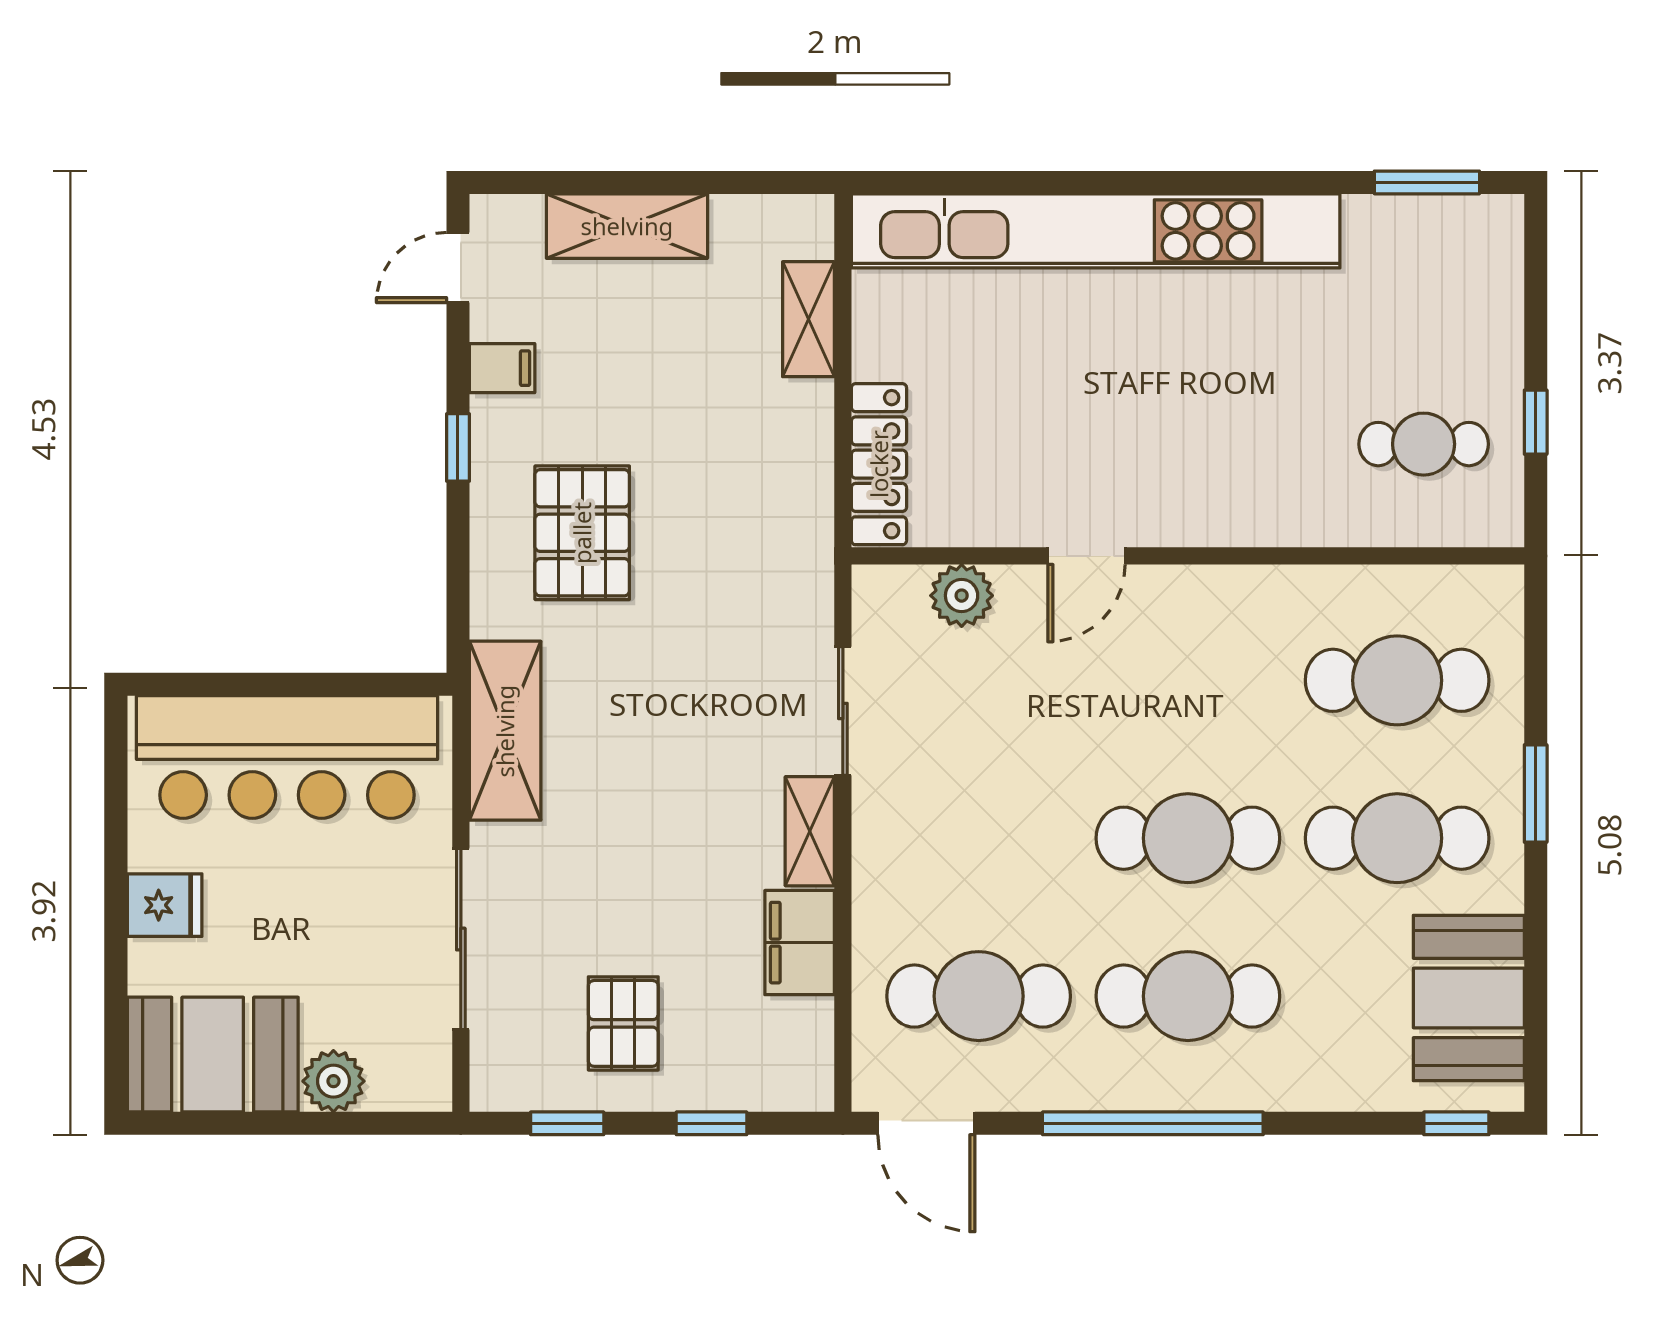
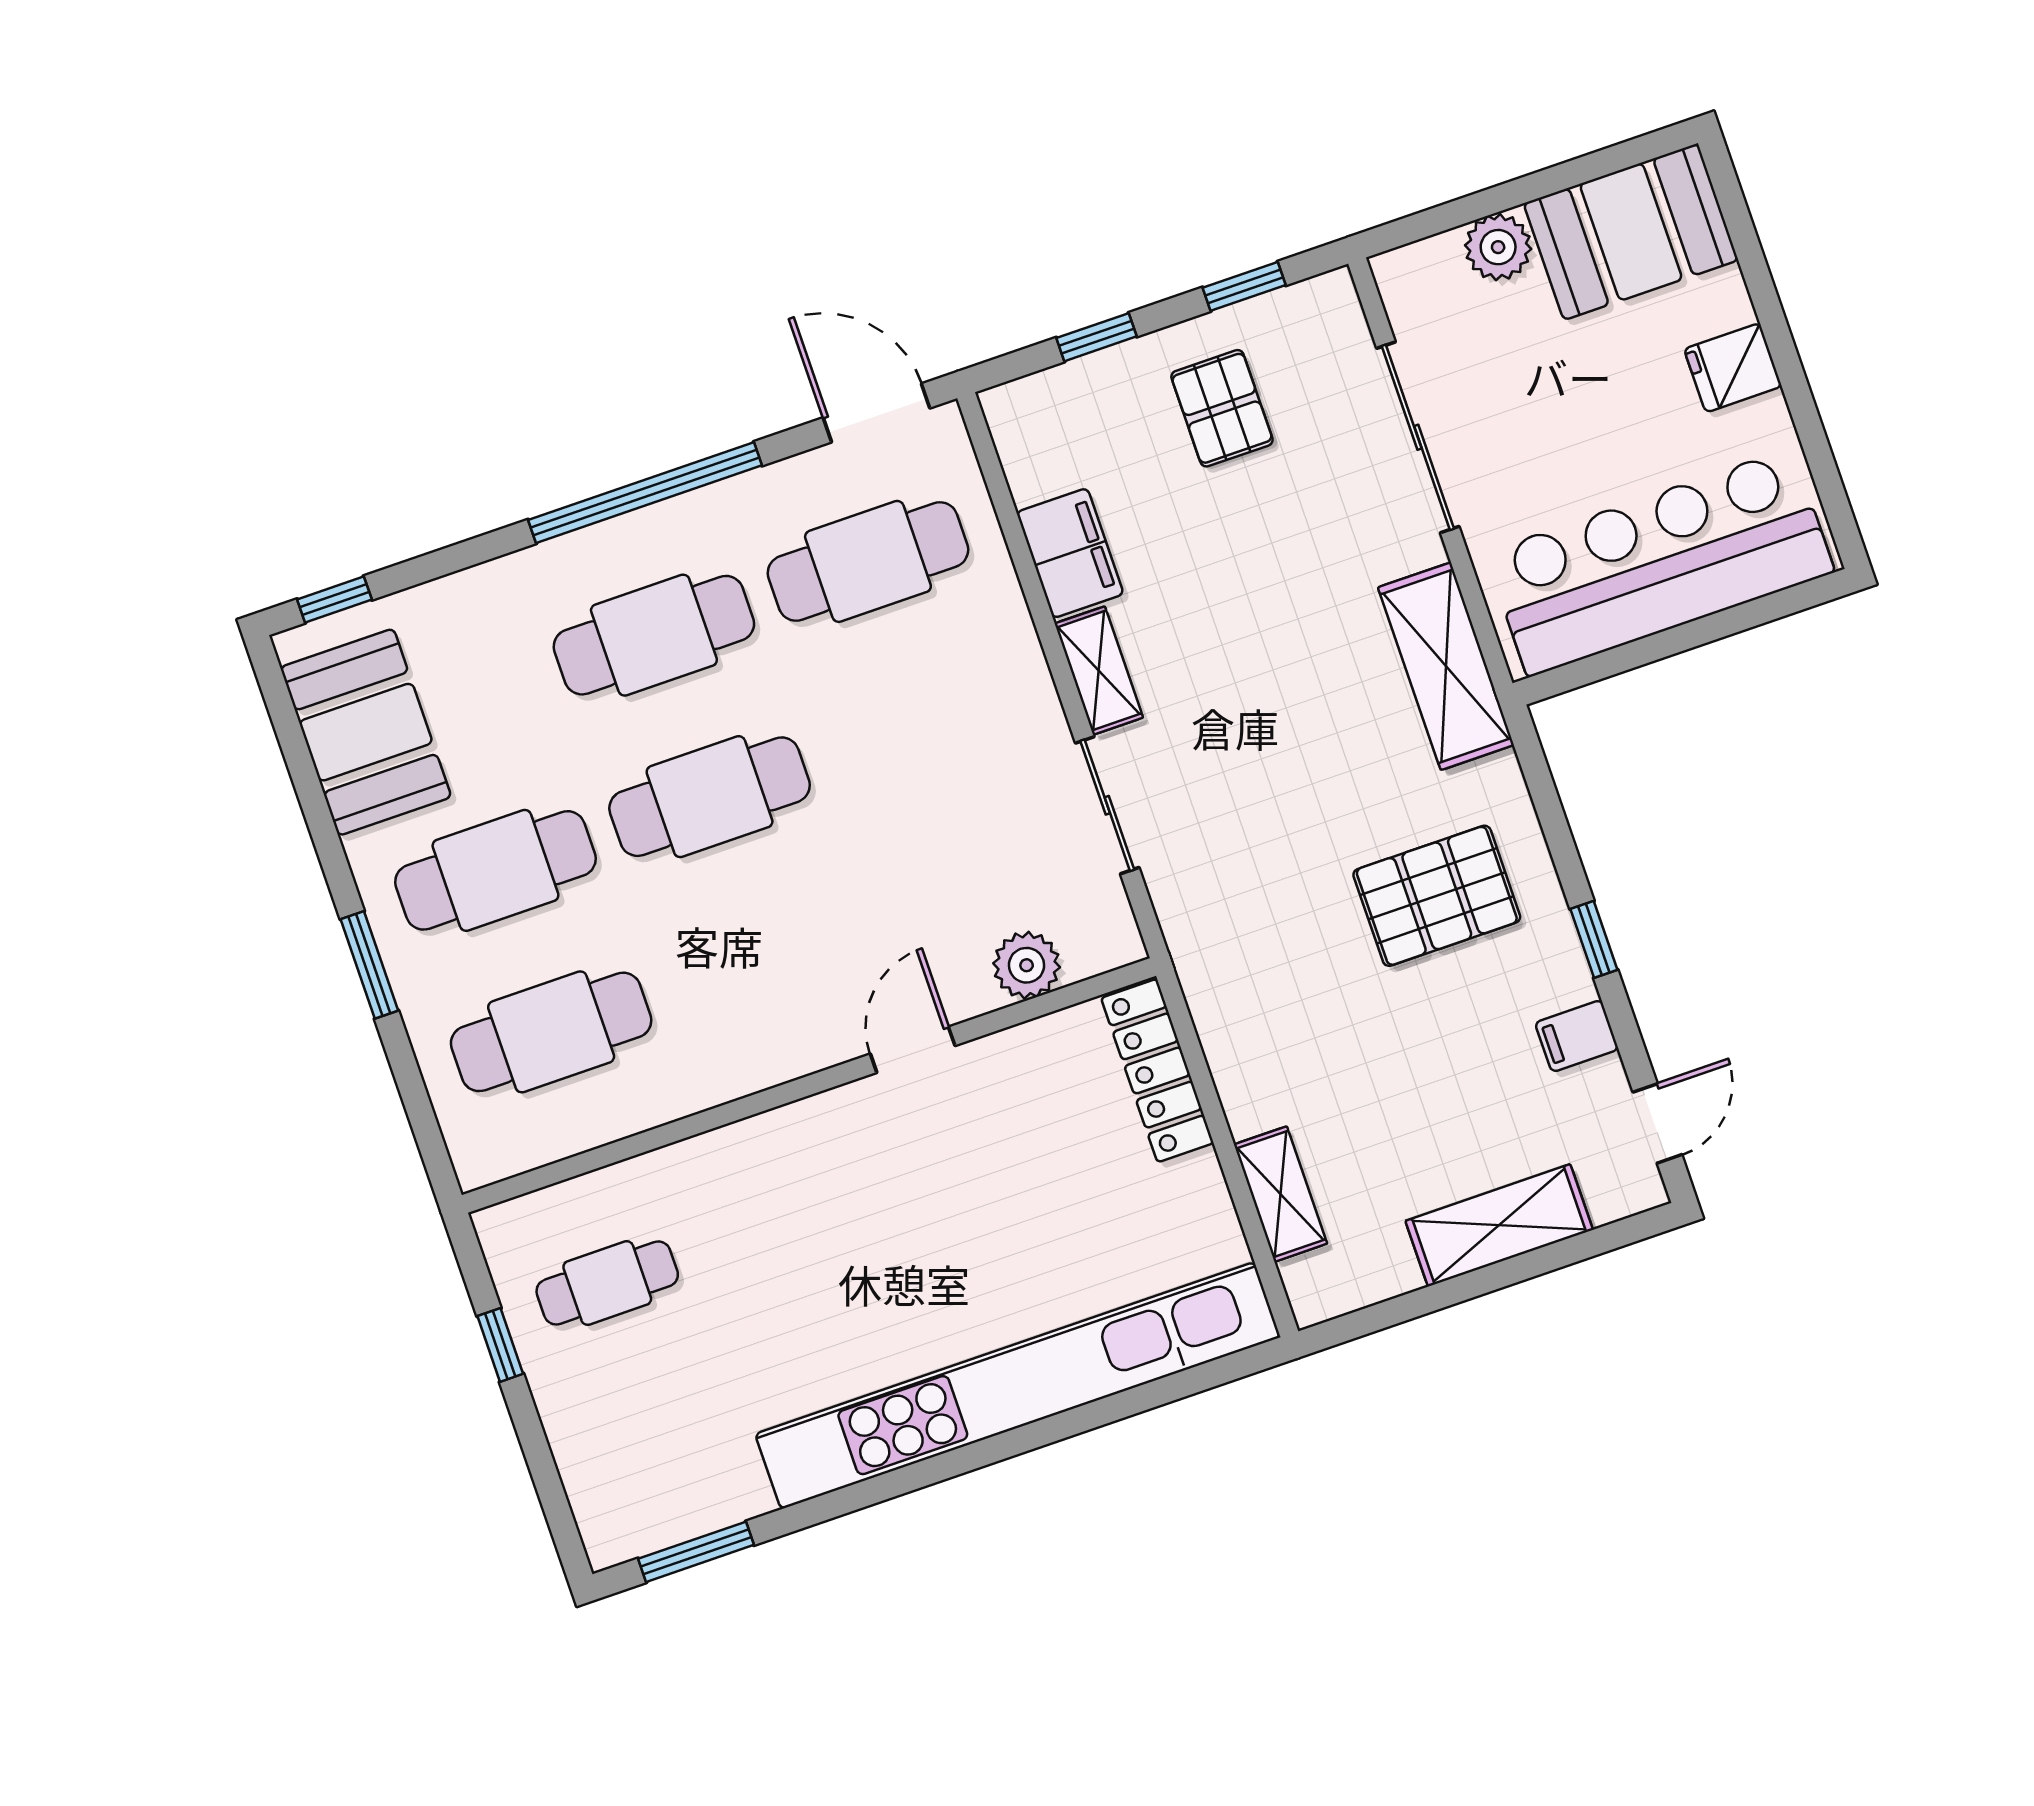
pallet: (582, 533) -> (1437, 896), turned 90

